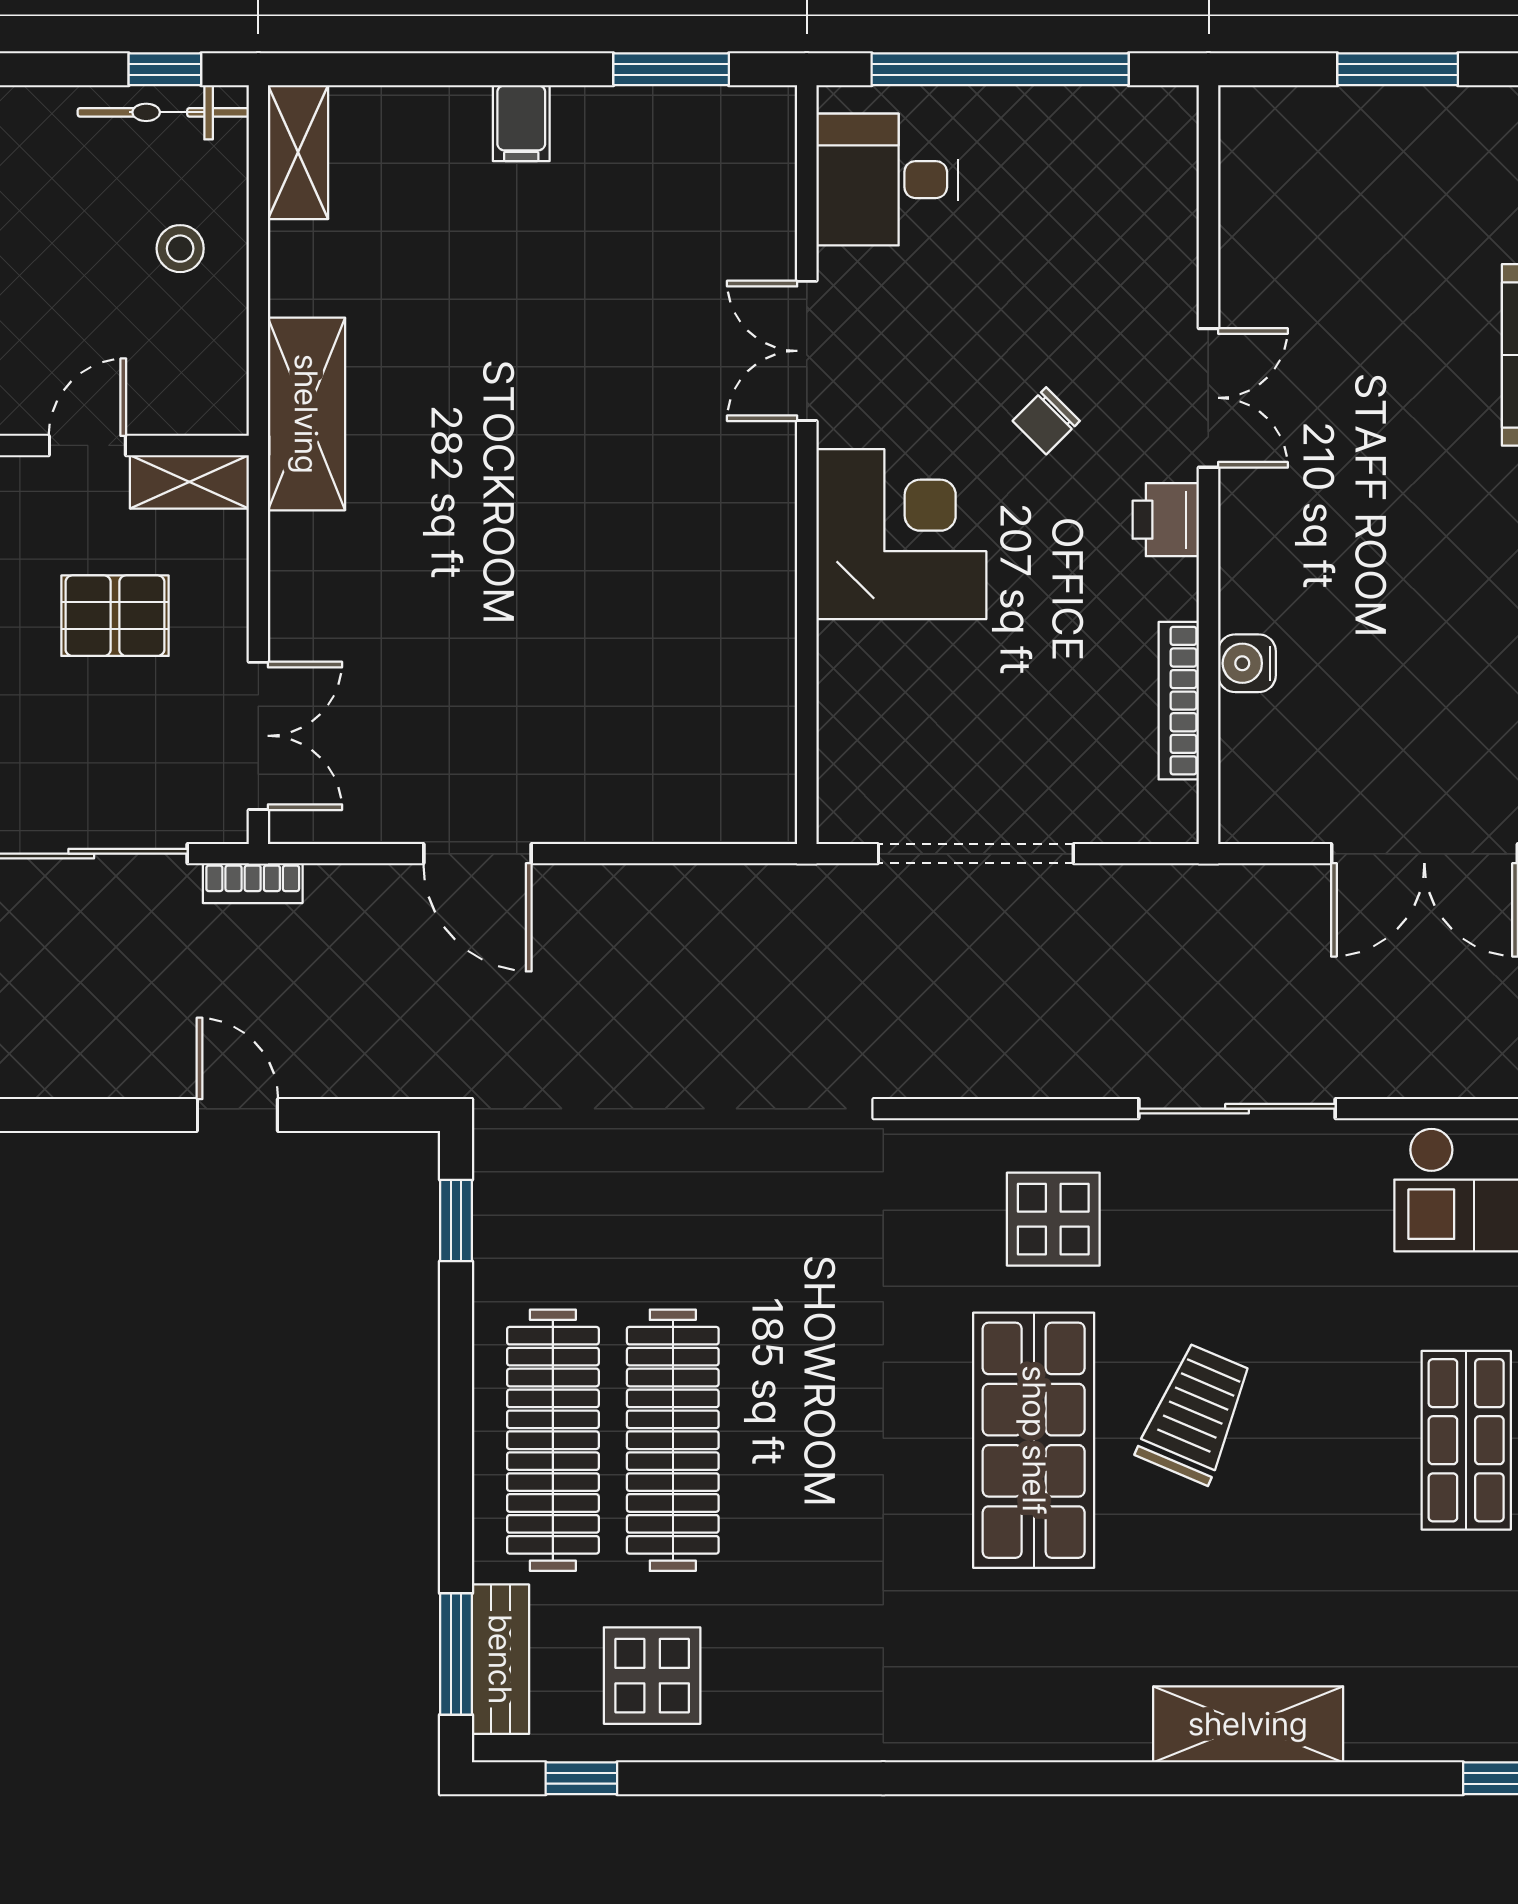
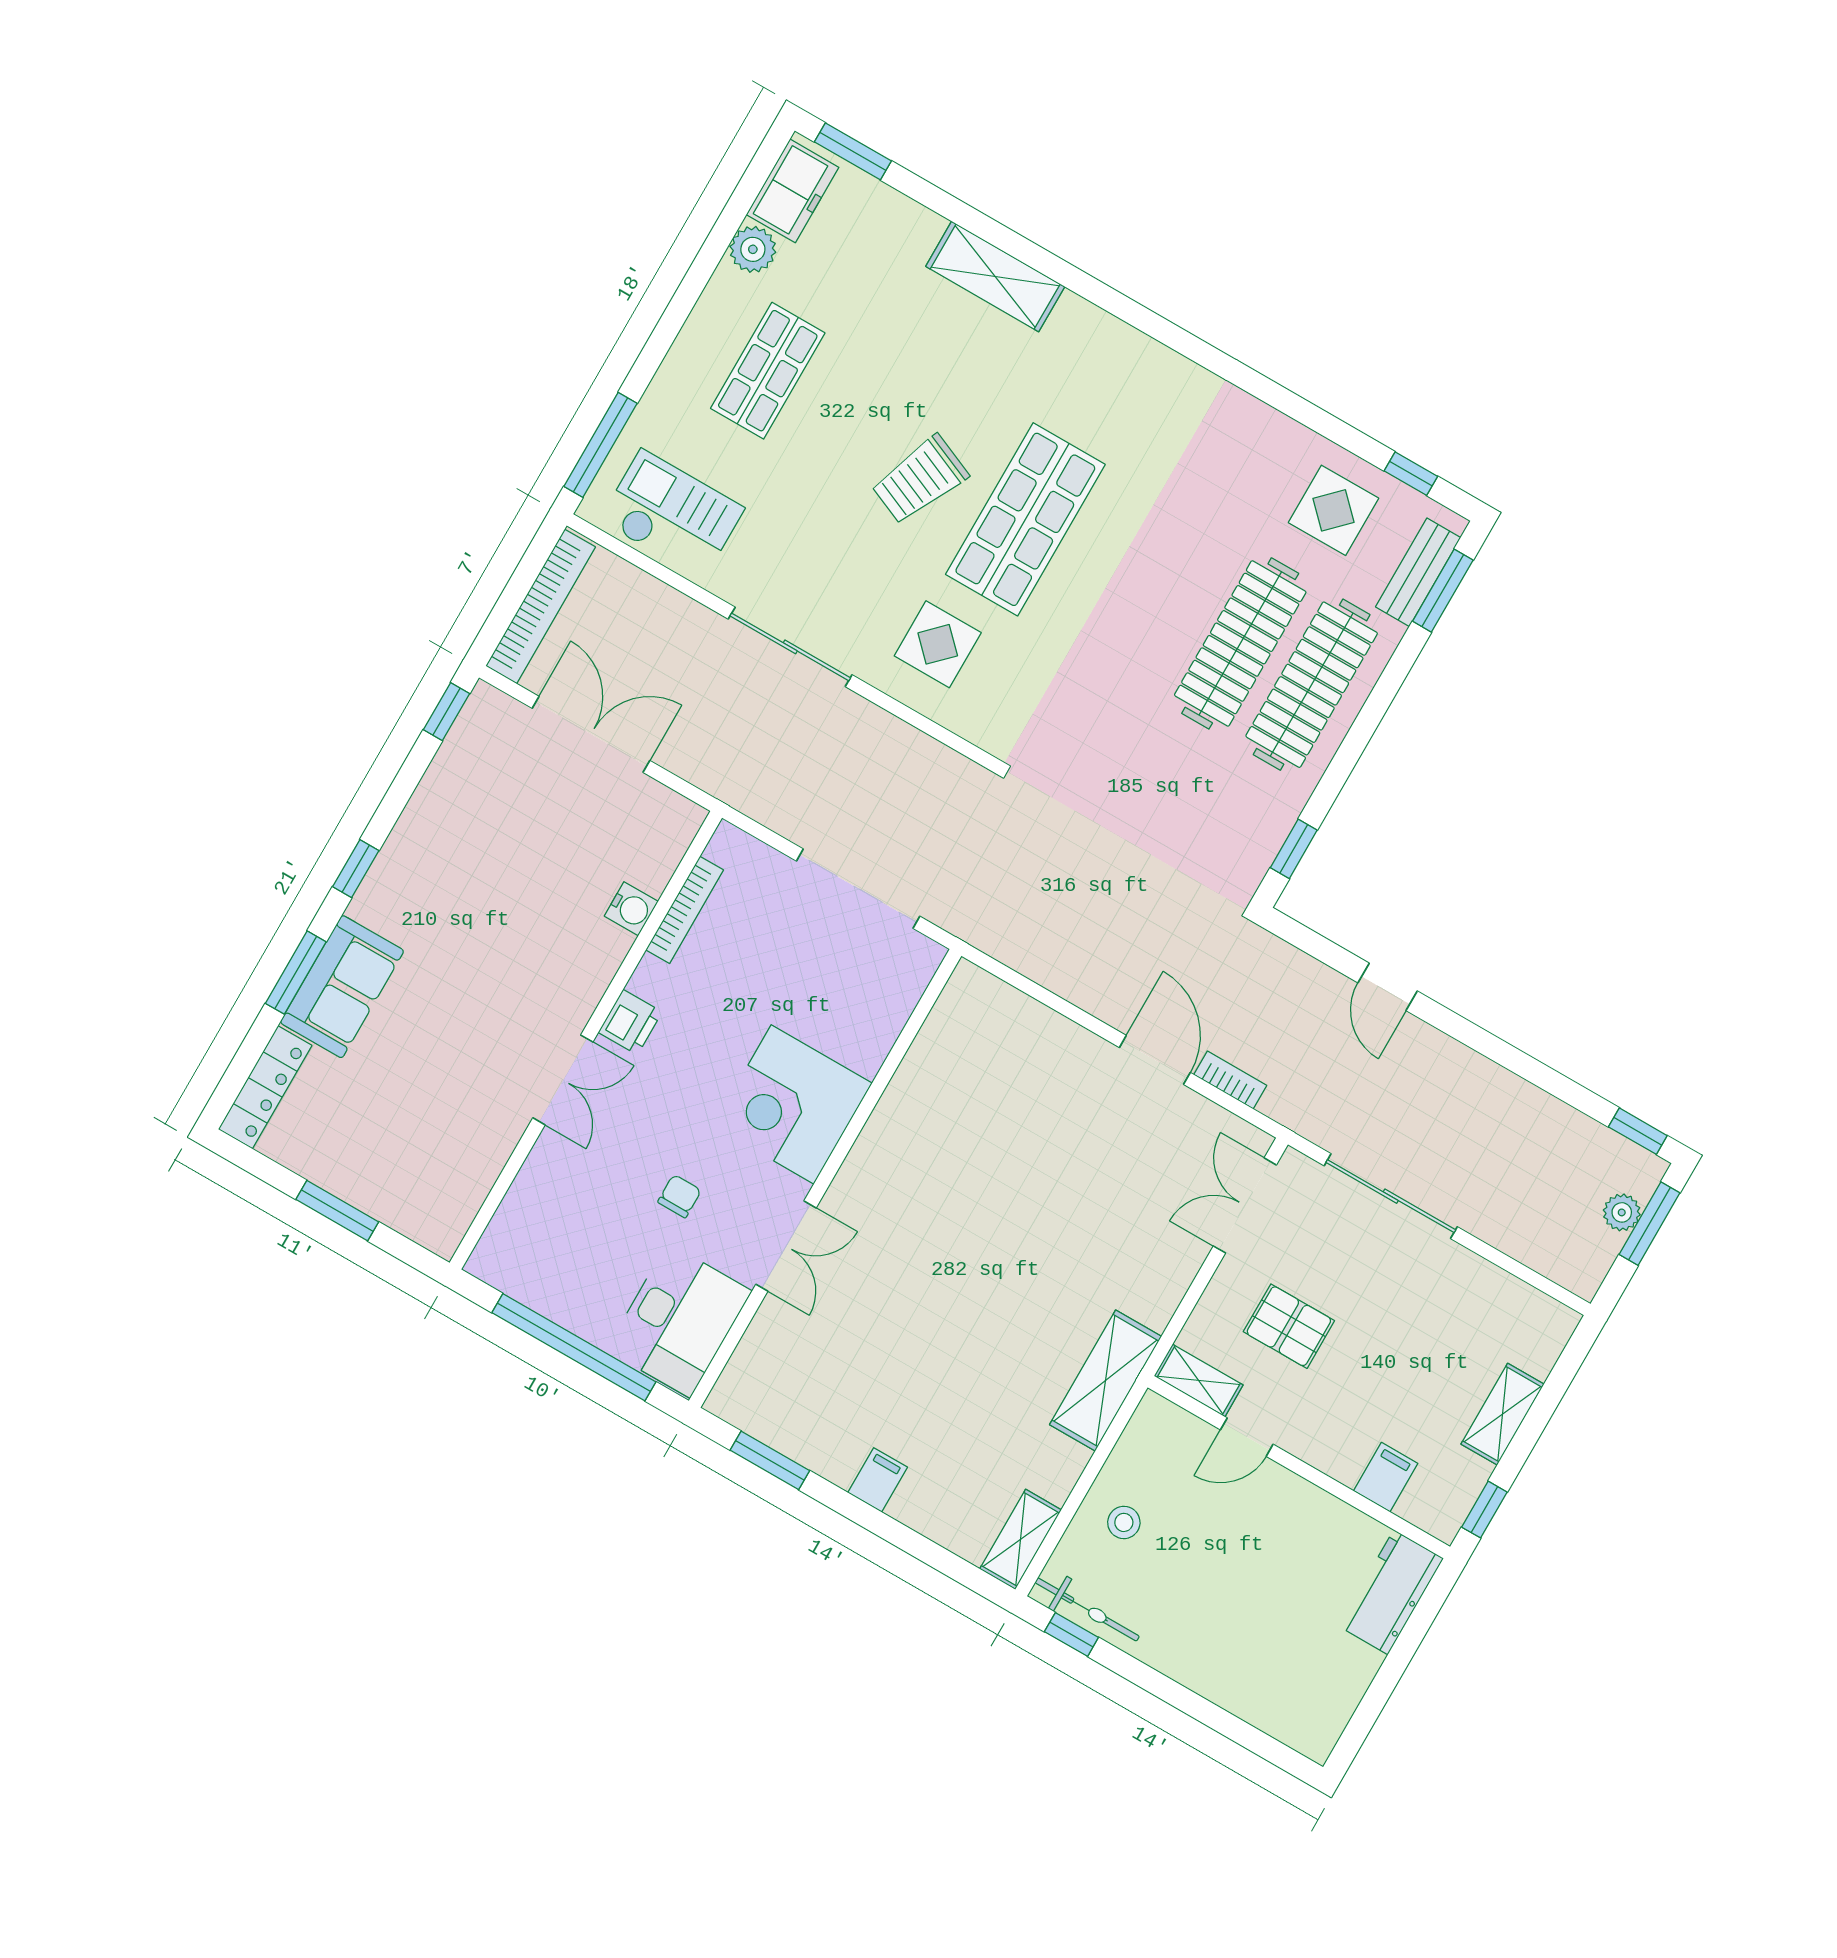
desk: (887, 180) -> (679, 1320), width x1.37
double door: (1208, 398) -> (563, 1080), swing flipped
chair: (1046, 421) -> (679, 1196), moved, turned -45
bookcase: (253, 883) -> (1230, 1080), moved

